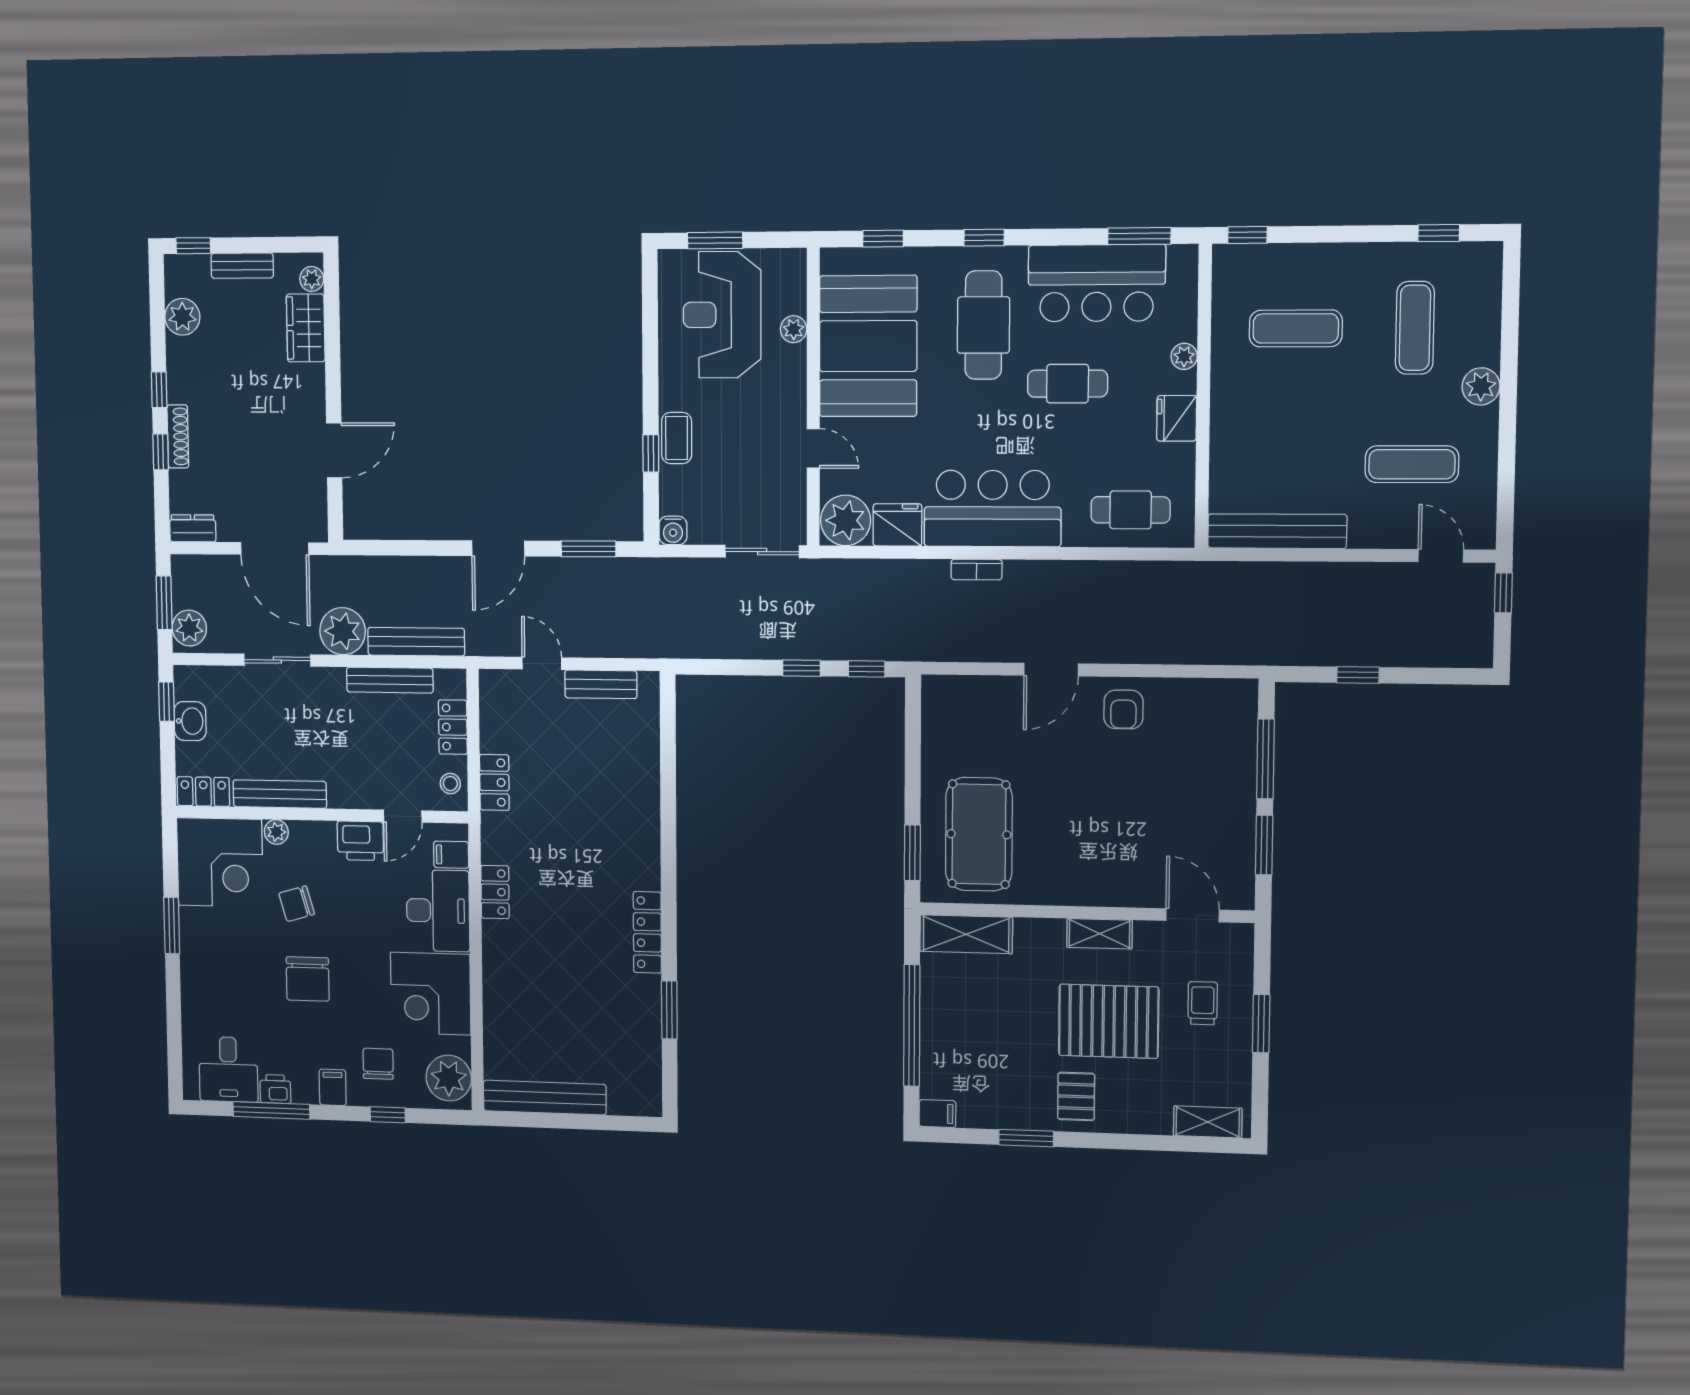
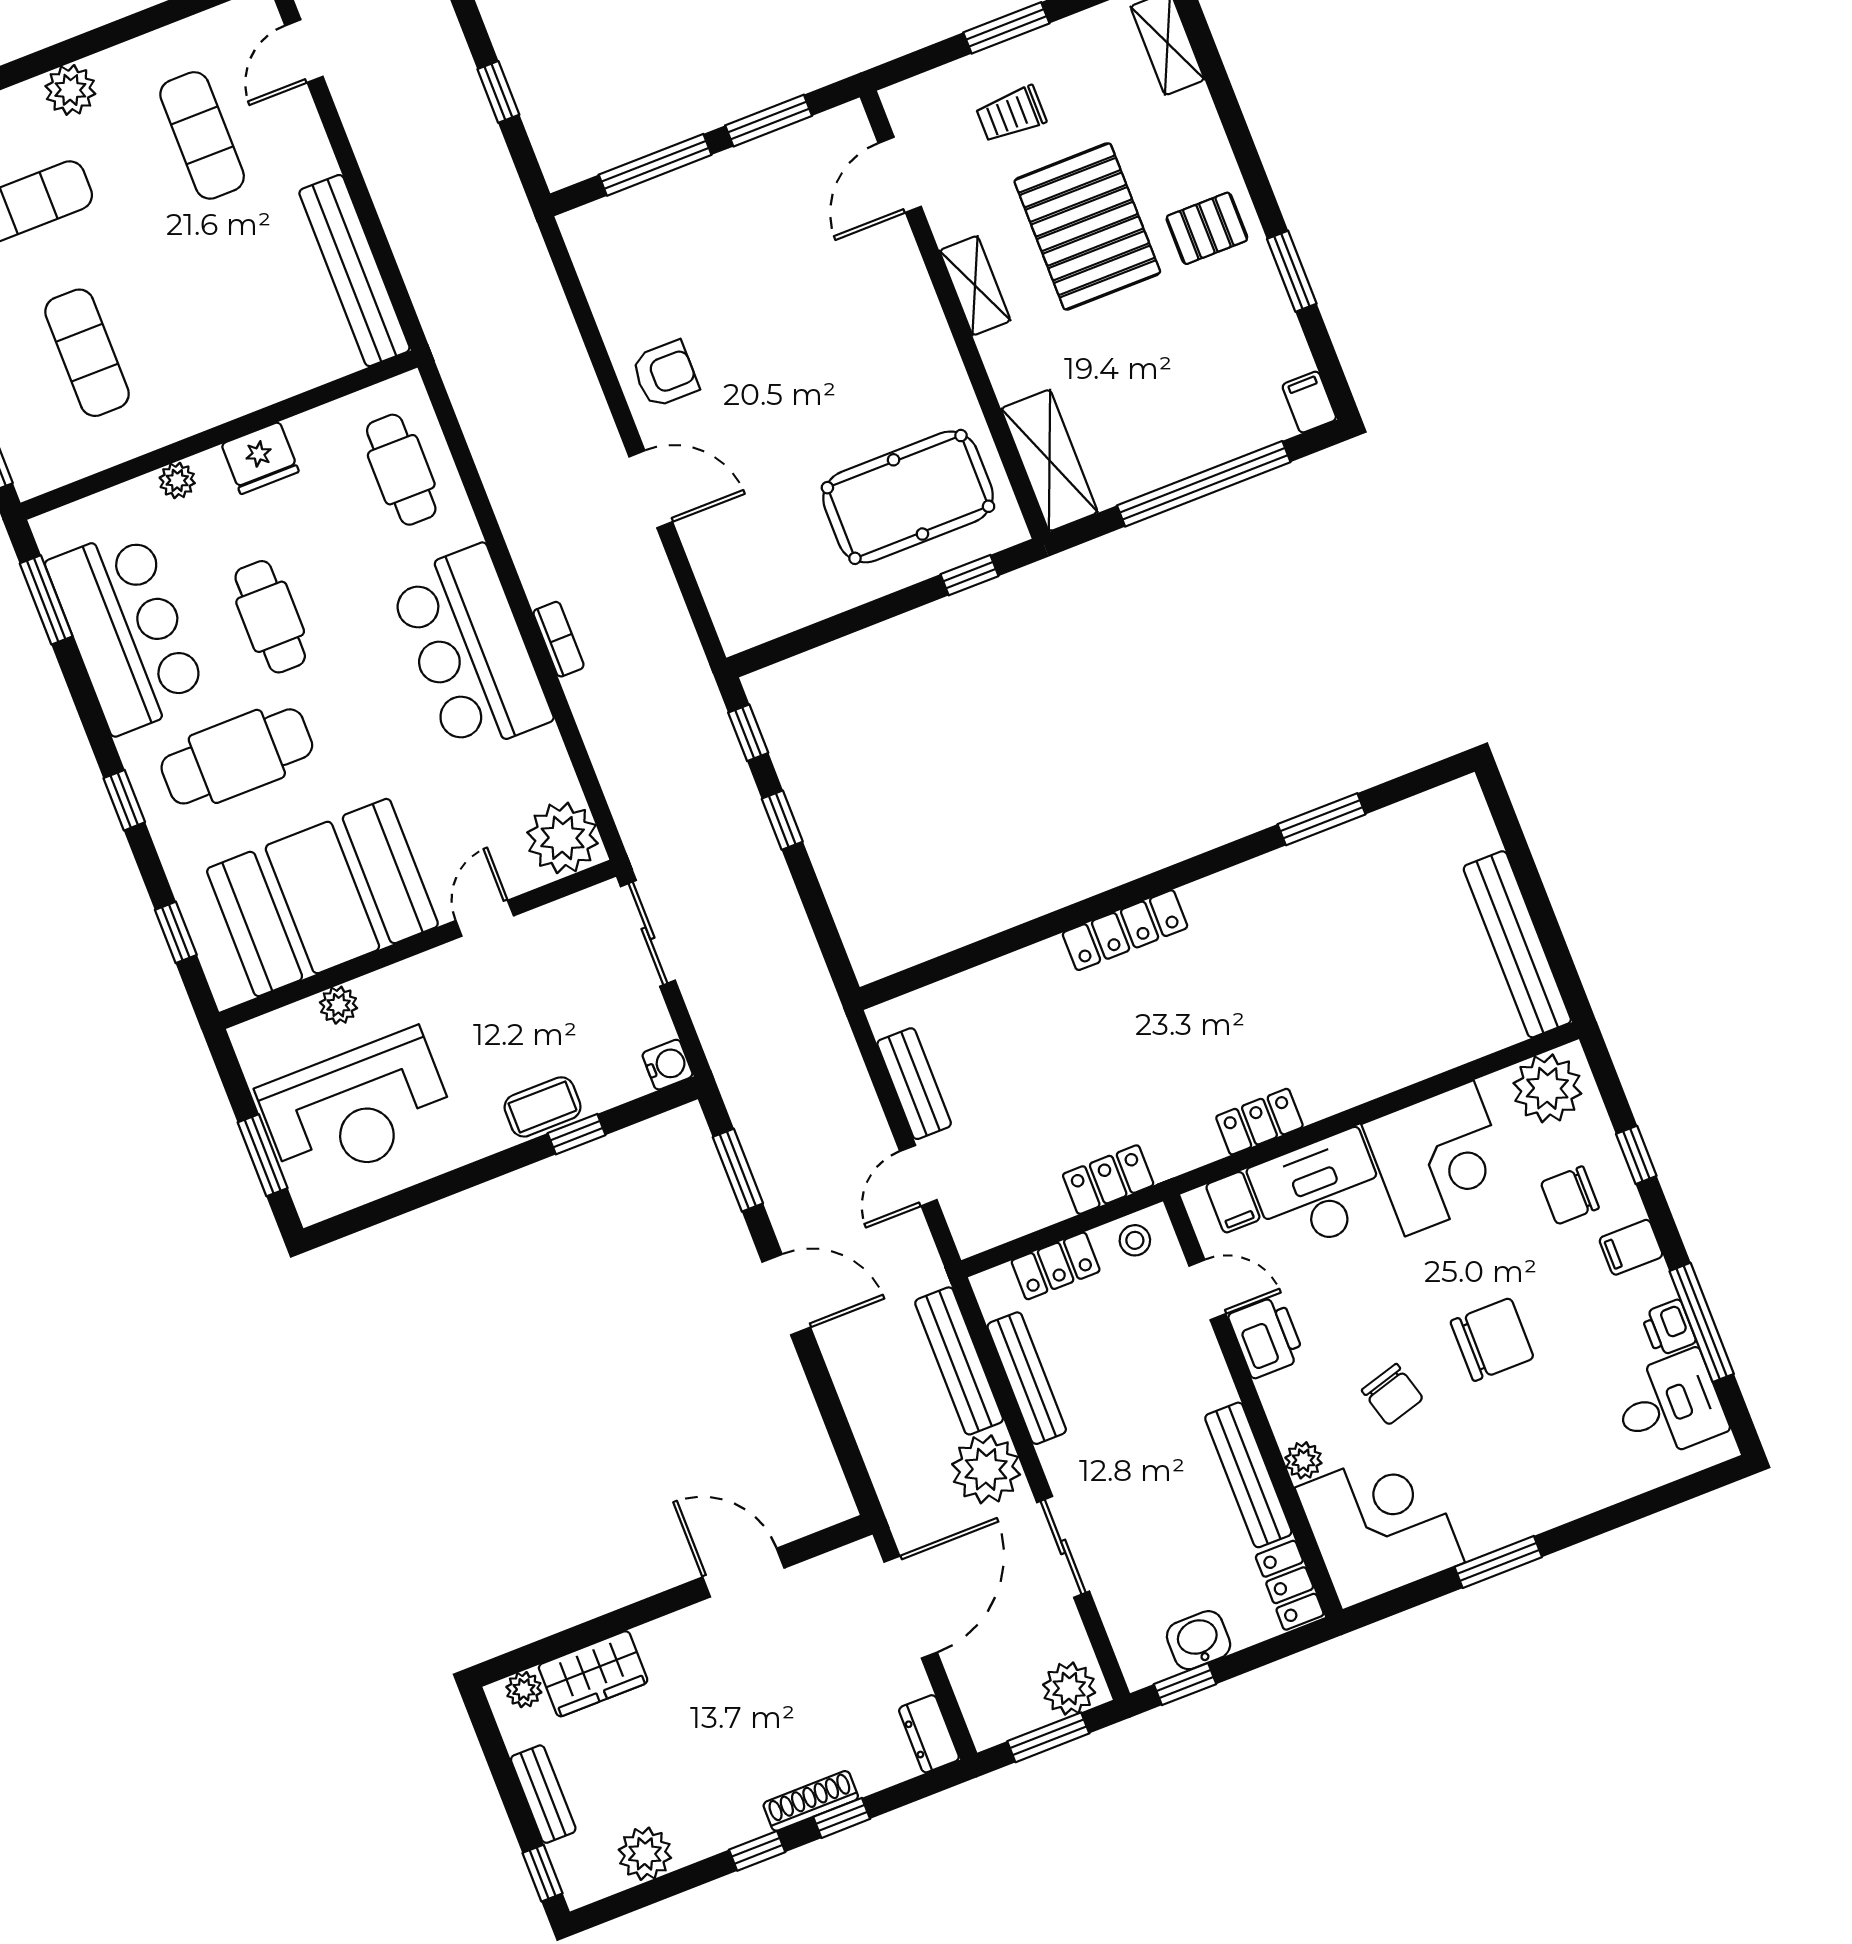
fridge: (897, 525) -> (541, 767), removed
window: (912, 853) -> (970, 575), width x0.67
locker: (647, 932) -> (1125, 930), moved

